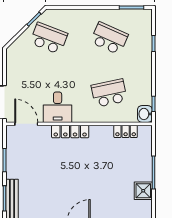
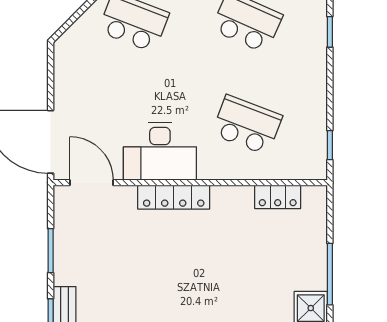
school desk: (109, 93) -> (247, 125), turned 33
desk: (58, 107) -> (160, 151), width x1.37
washbasin: (145, 114) -> (314, 164), removed

